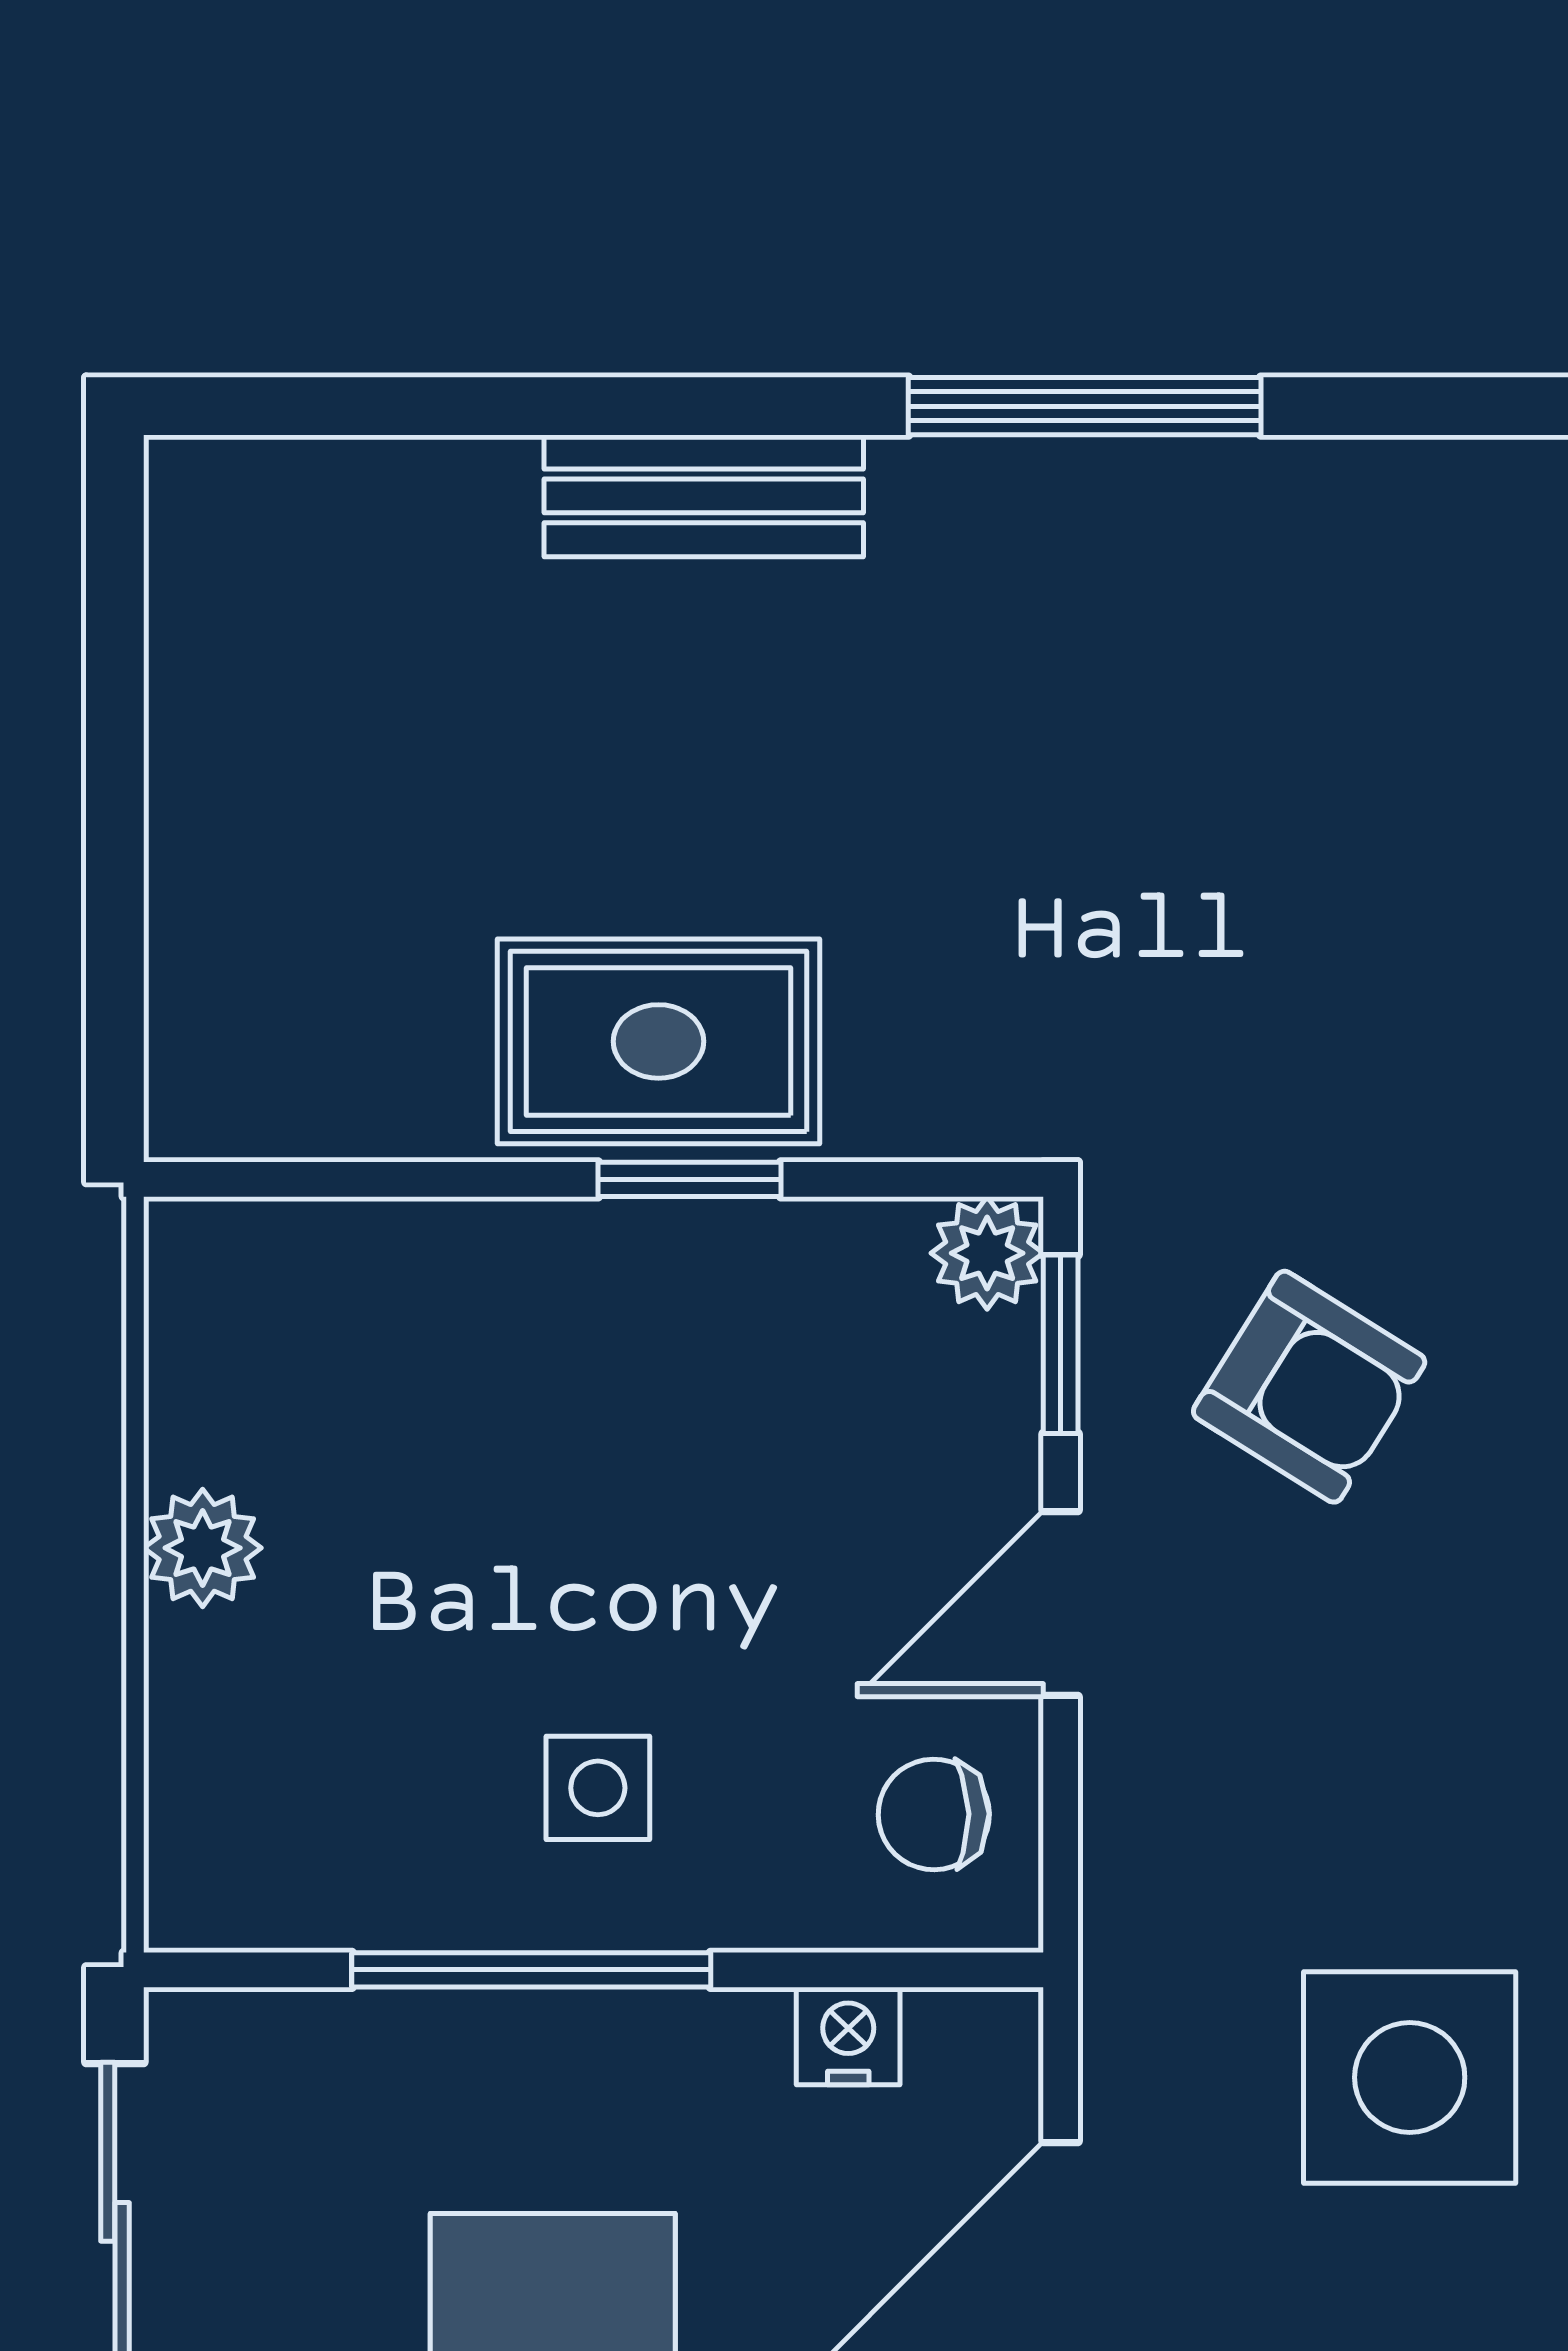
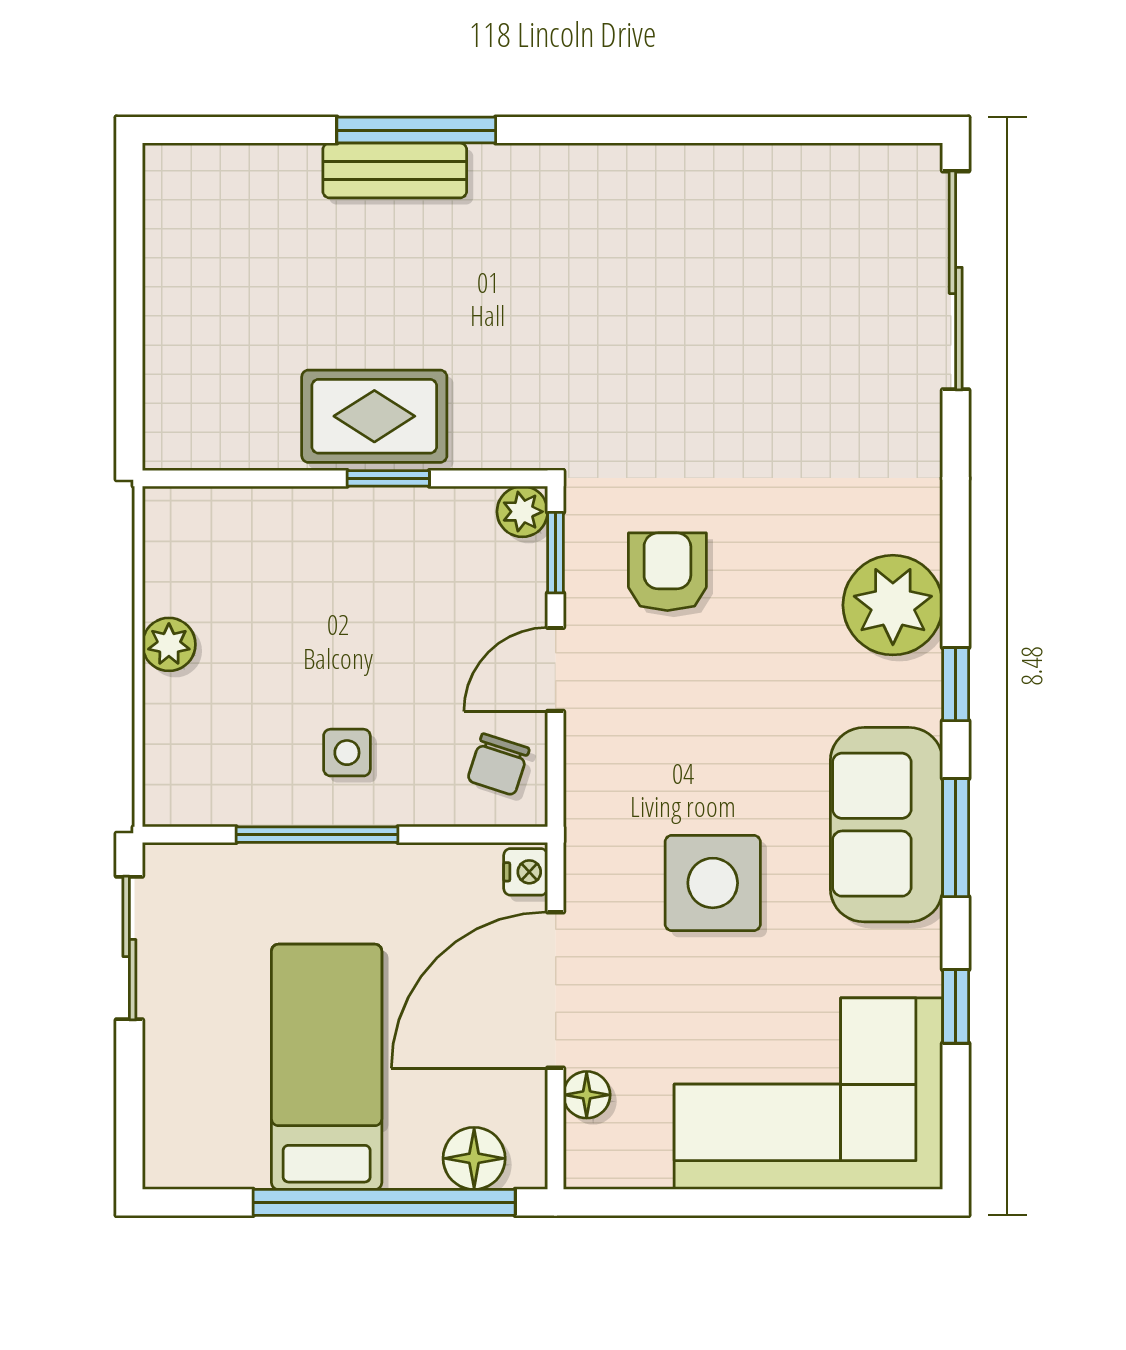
window: (1085, 406) -> (416, 130), moved
armchair: (1309, 1387) -> (667, 572), turned -122
chair: (934, 1814) -> (498, 765), turned -71
nightstand: (848, 2036) -> (526, 872), moved, turned 90

